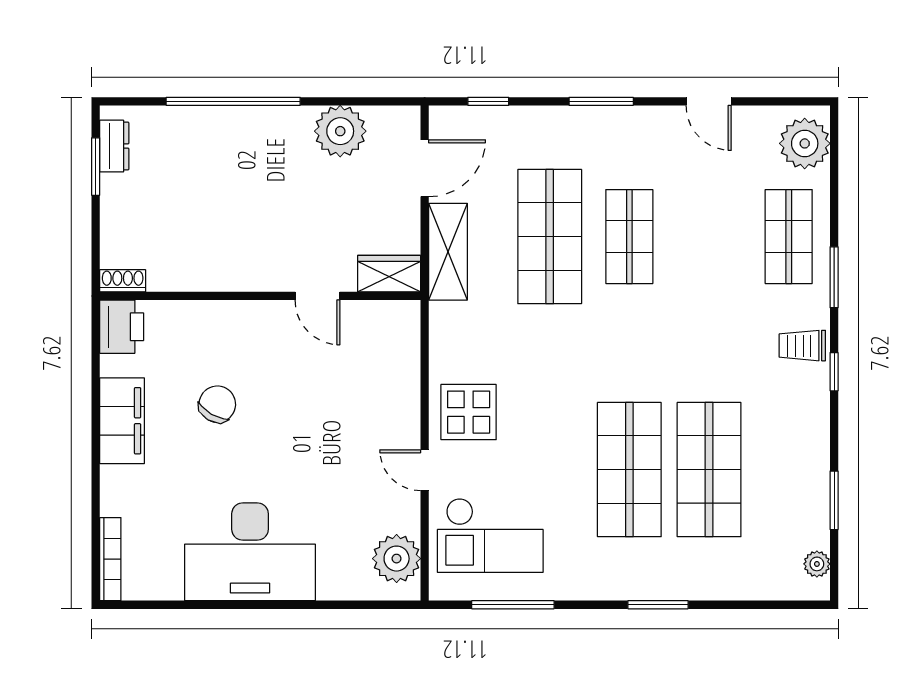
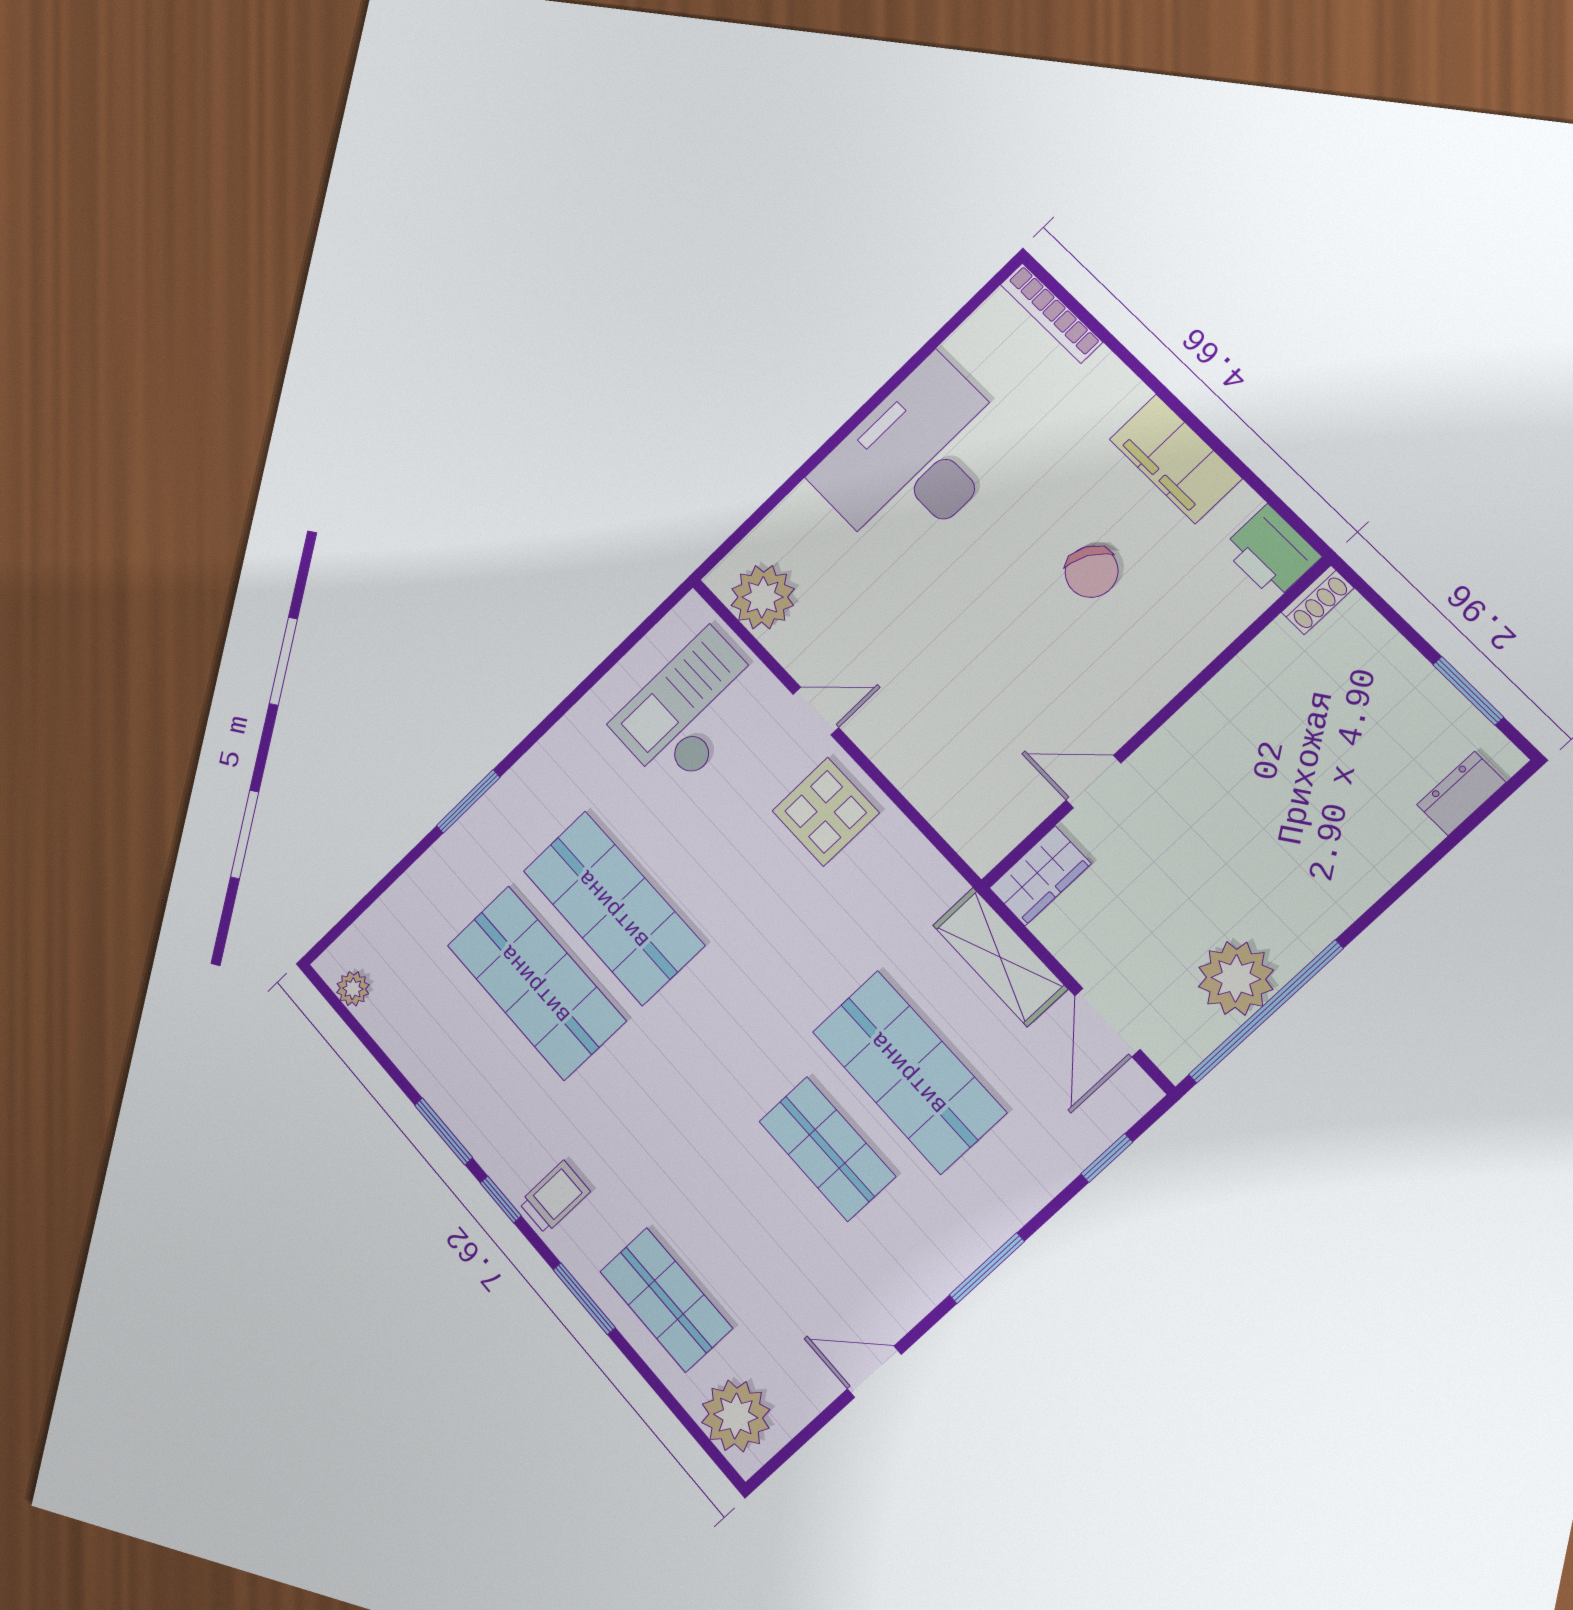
window: (233, 101) -> (1266, 1012), moved
dresser: (114, 146) -> (1461, 794), moved, turned 90
window: (834, 500) -> (444, 1131), moved
window: (513, 605) -> (607, 665), removed

